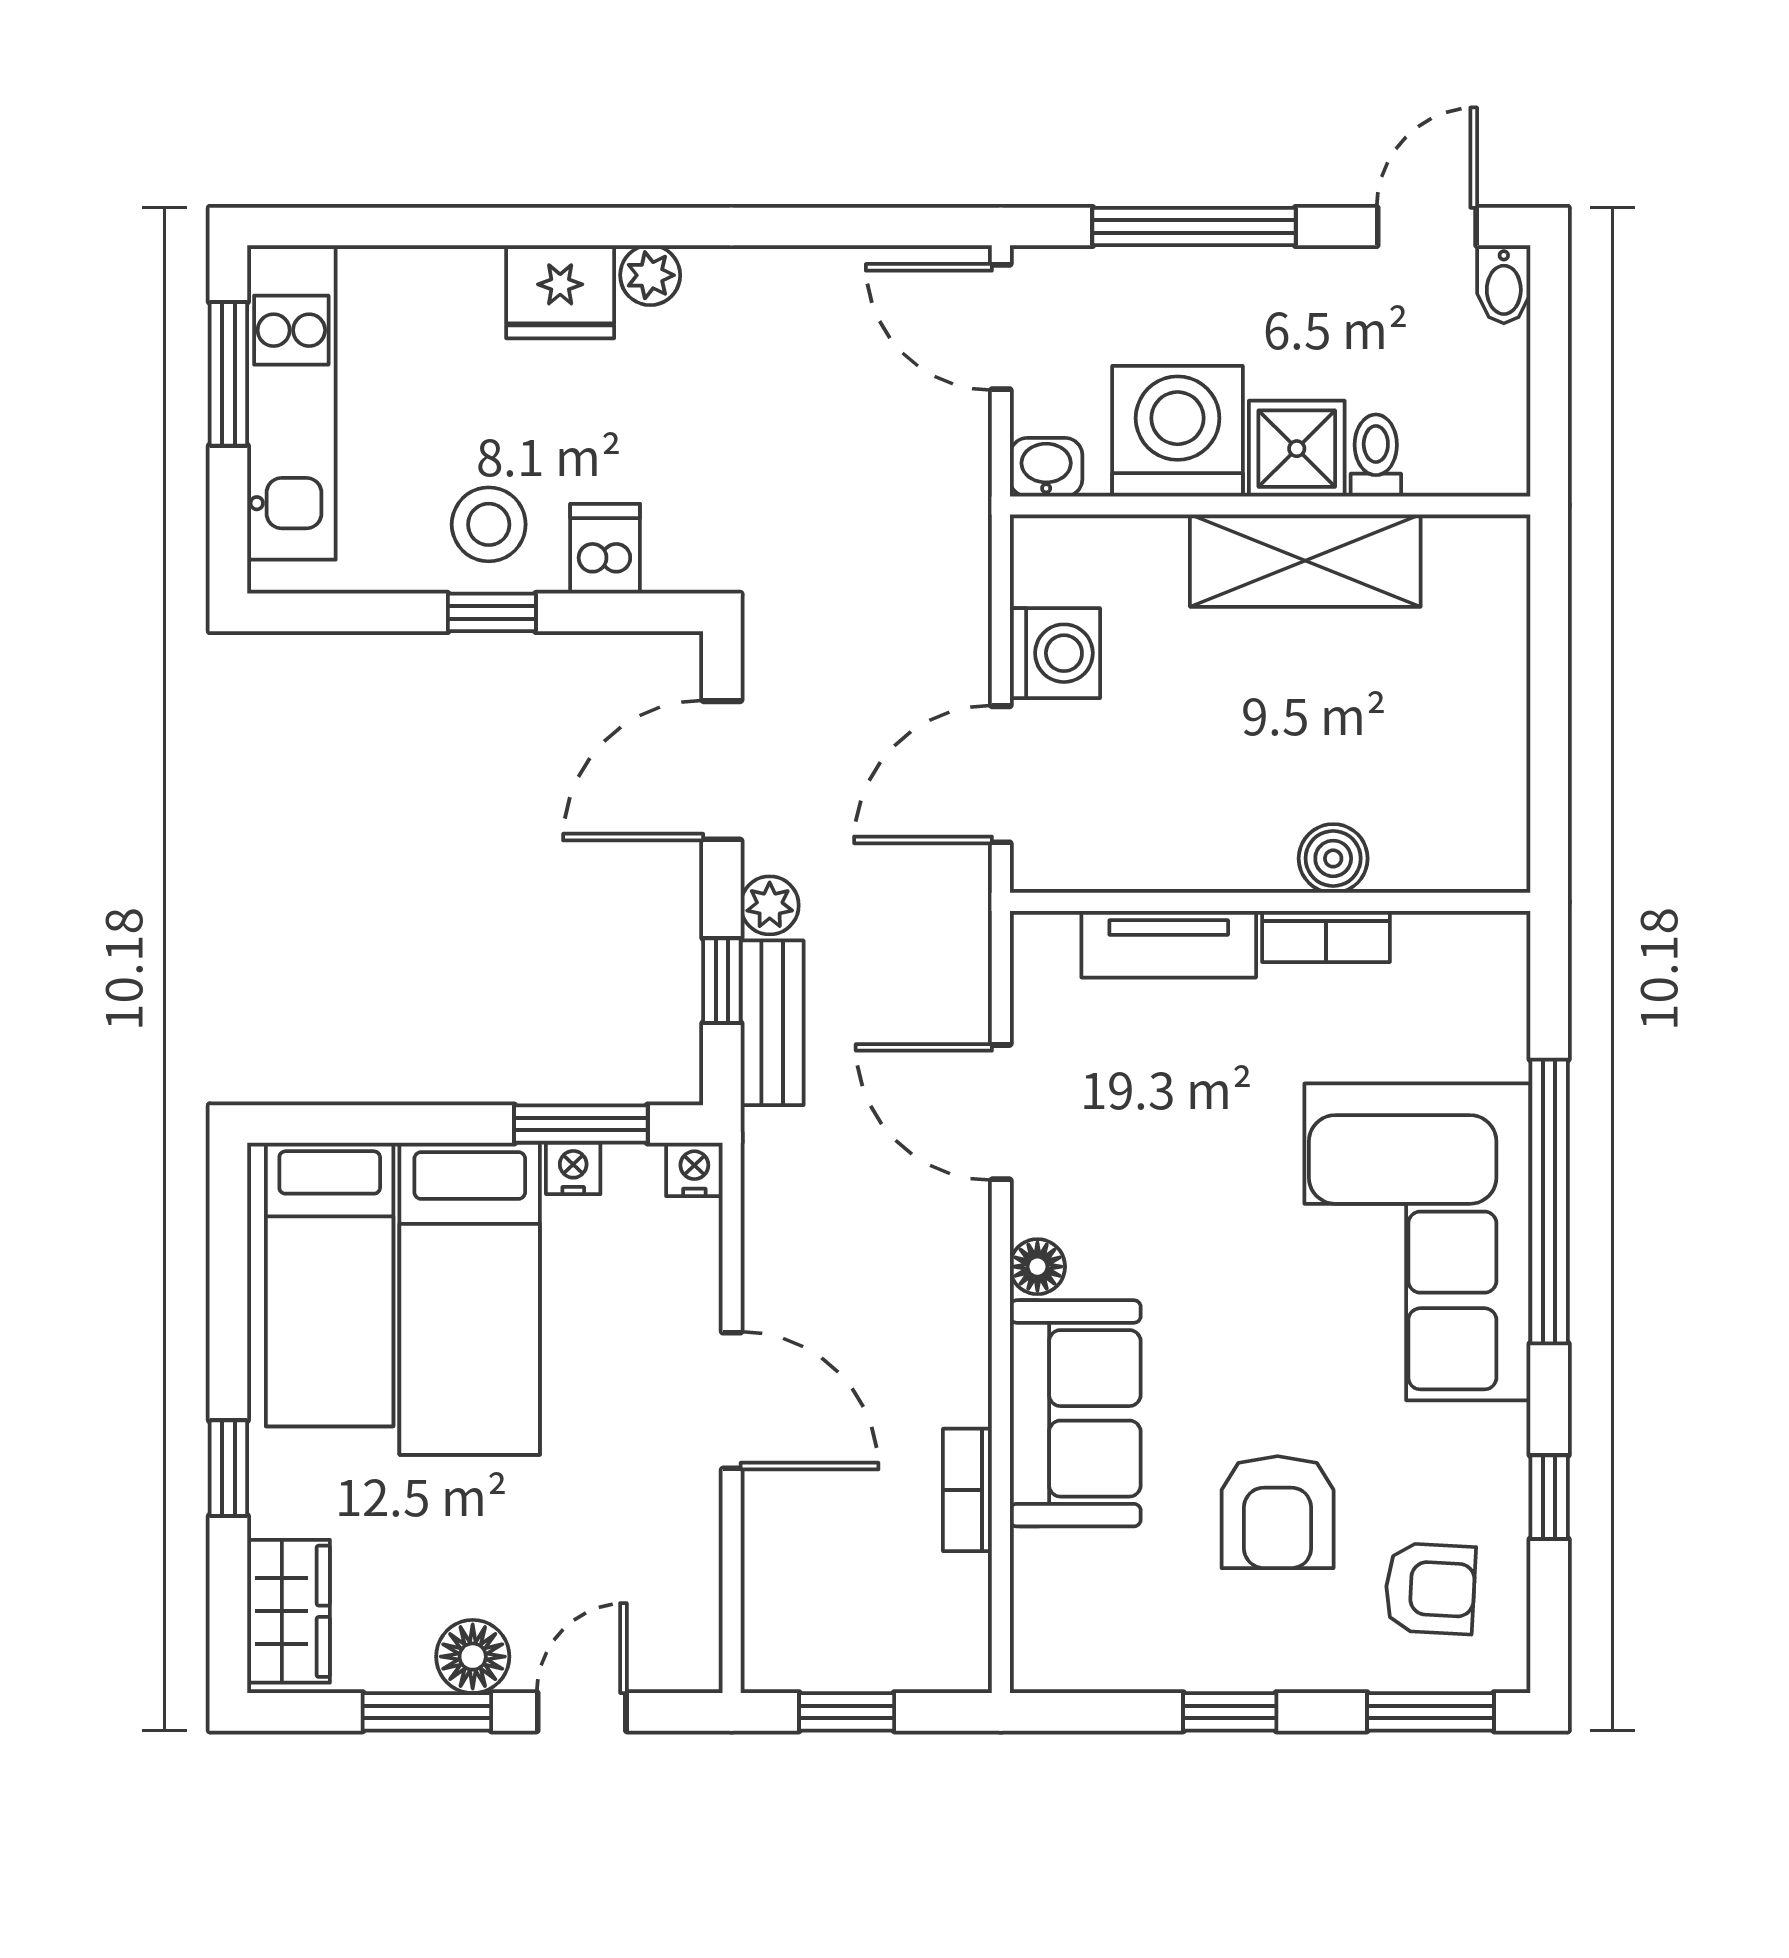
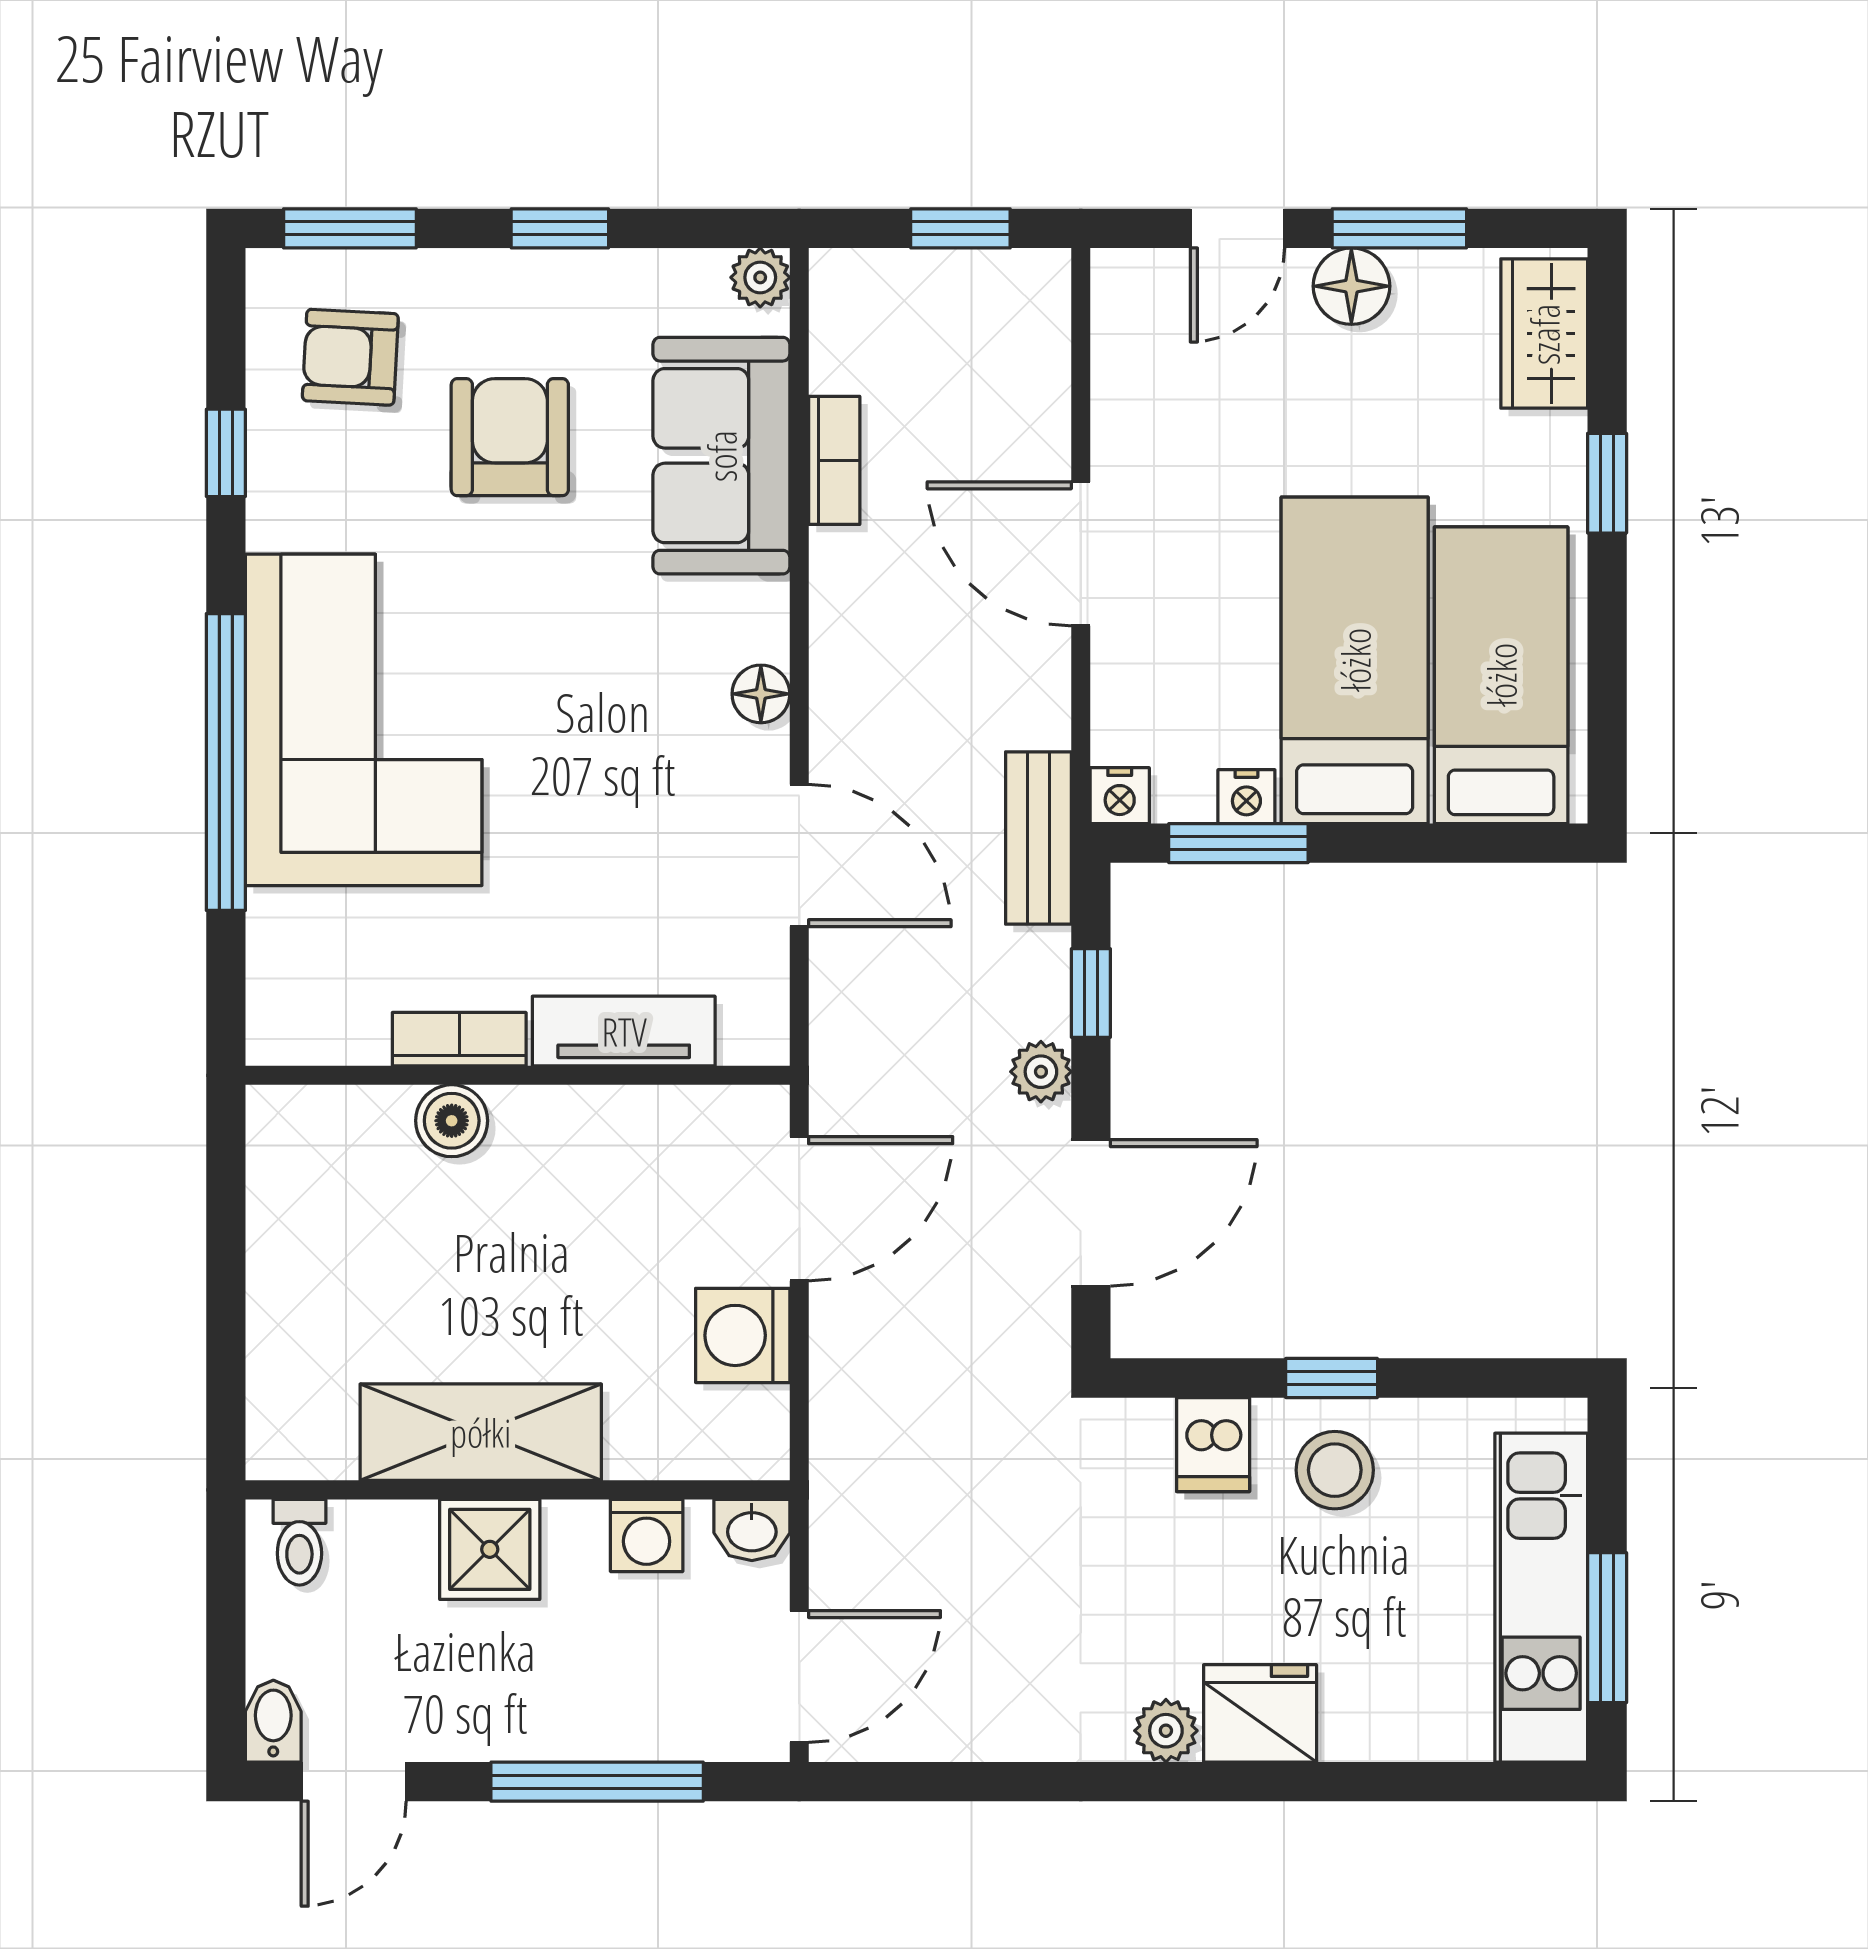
door: (1001, 327) -> (799, 1677), hinge flipped
washing machine: (1178, 431) -> (647, 1535), width x0.53, depth x0.53
toilet: (1376, 456) -> (299, 1542), moved
bench: (772, 1023) -> (1038, 838), moved
sofa: (1075, 1413) -> (721, 456), moved
plant: (1038, 1665) -> (760, 277), added

